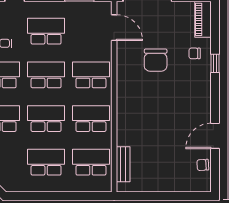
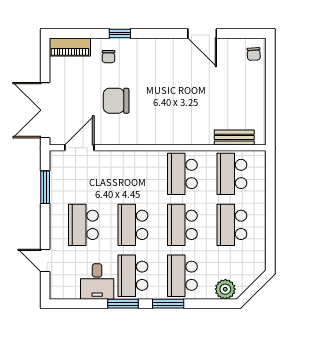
chair: (156, 60) -> (116, 101), turned 180
school desk: (91, 75) -> (133, 174), removed
chair: (203, 165) -> (254, 54), moved

